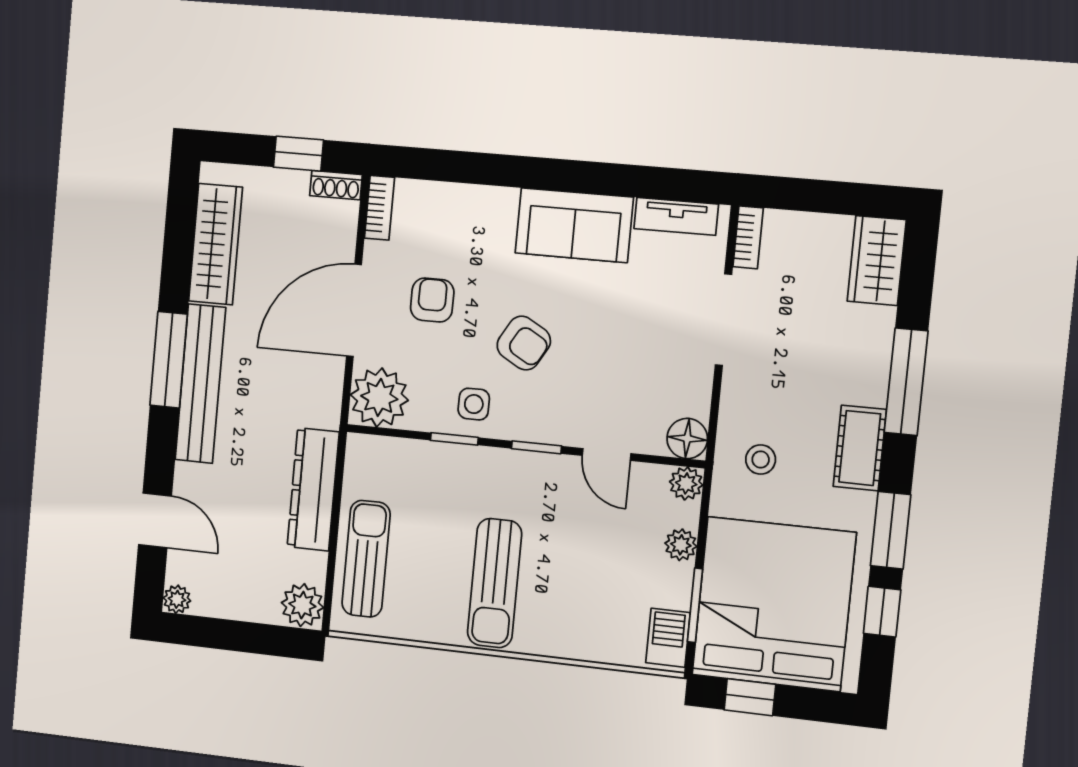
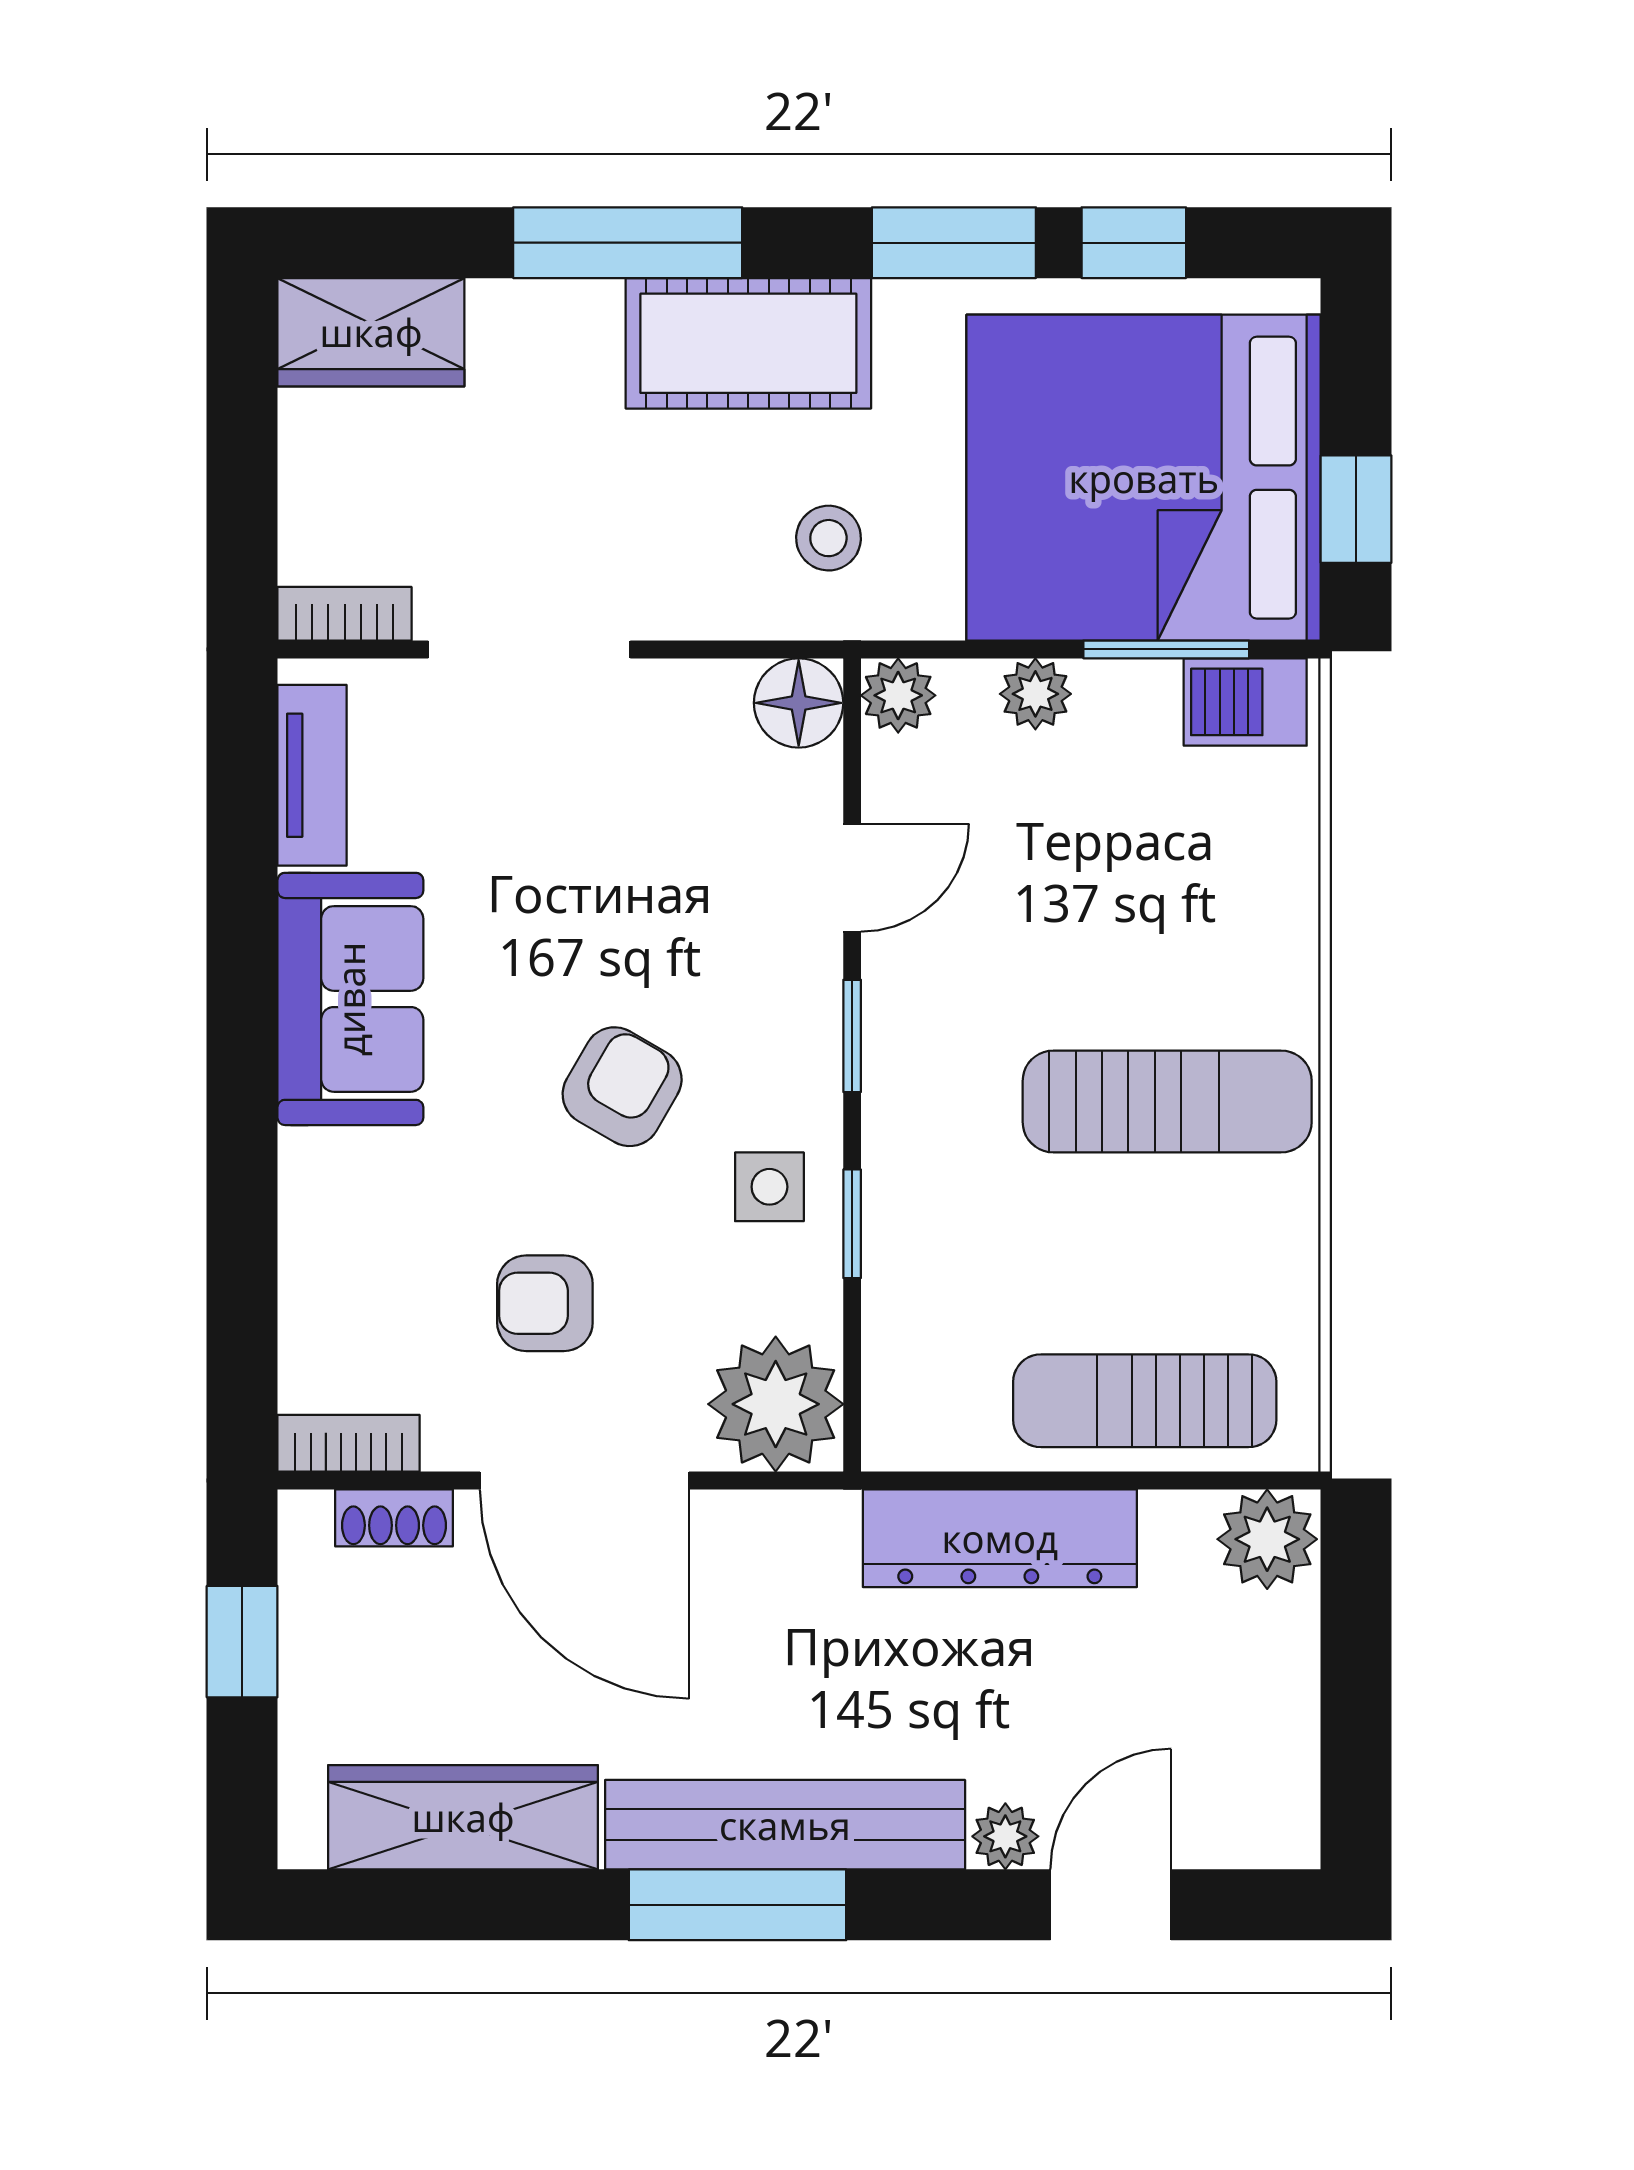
shoe rack: (336, 185) -> (394, 1518), moved, turned 90
cot: (860, 448) -> (748, 343), width x1.37, depth x1.34
plant: (177, 599) -> (1005, 1836), moved

